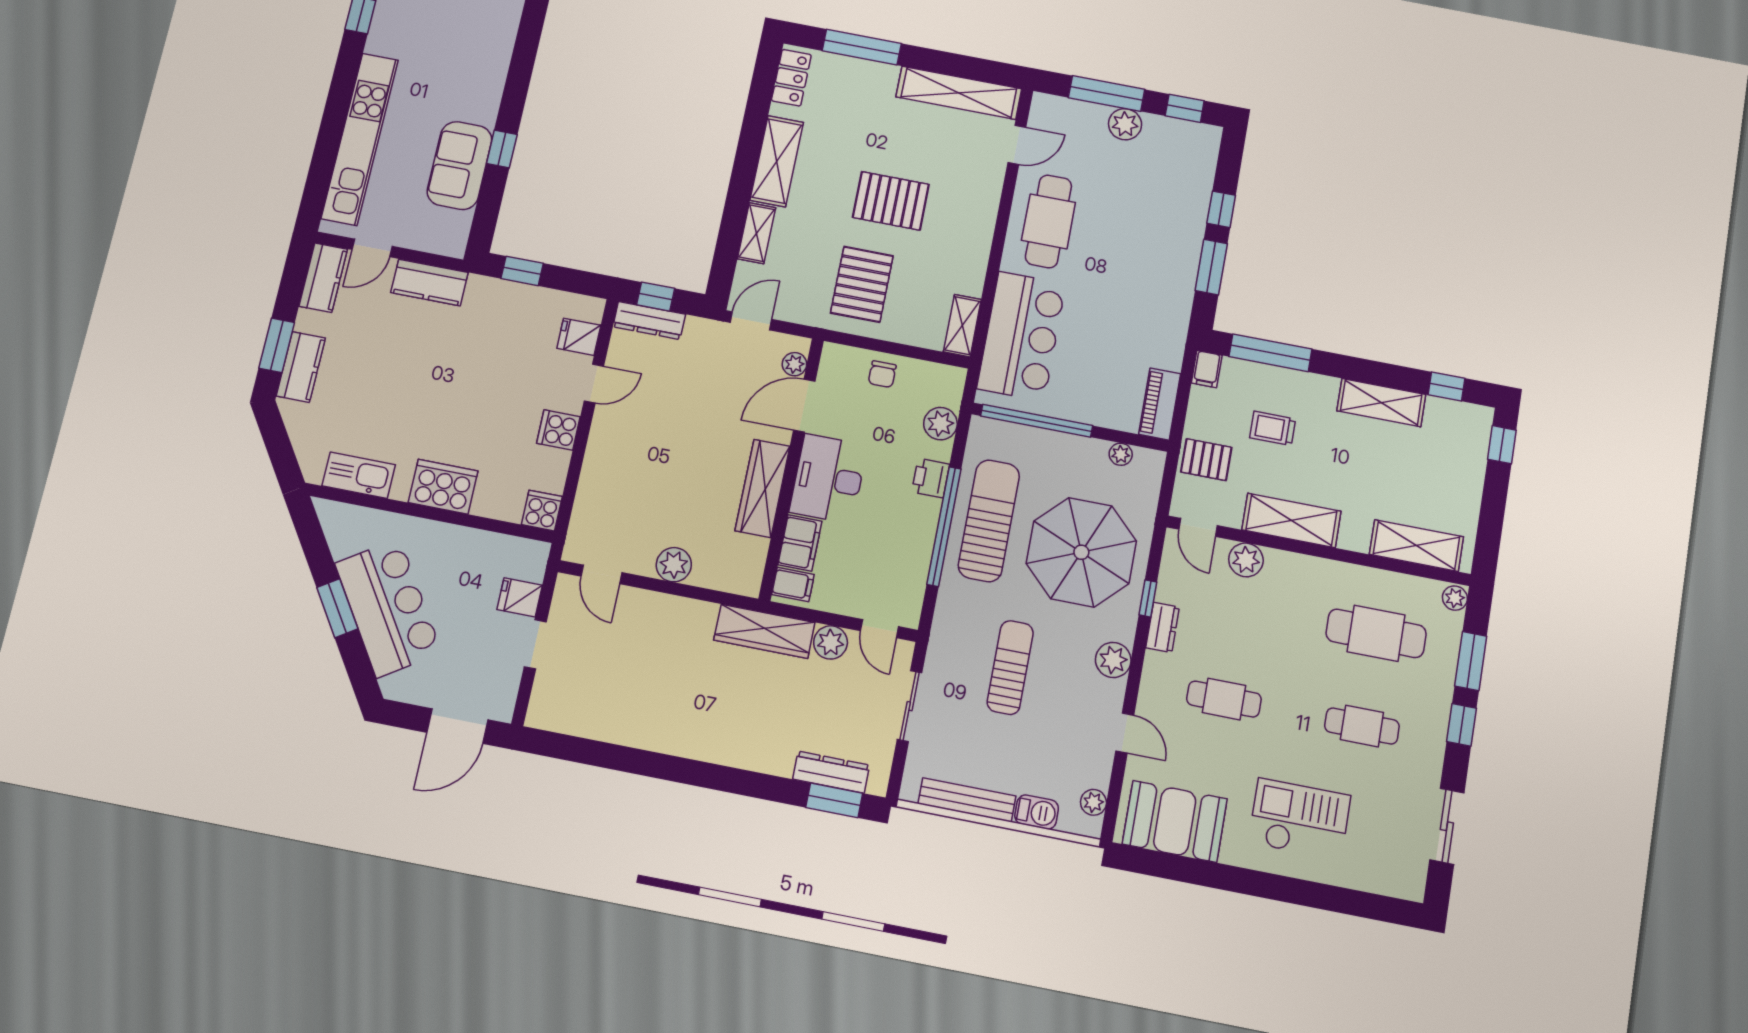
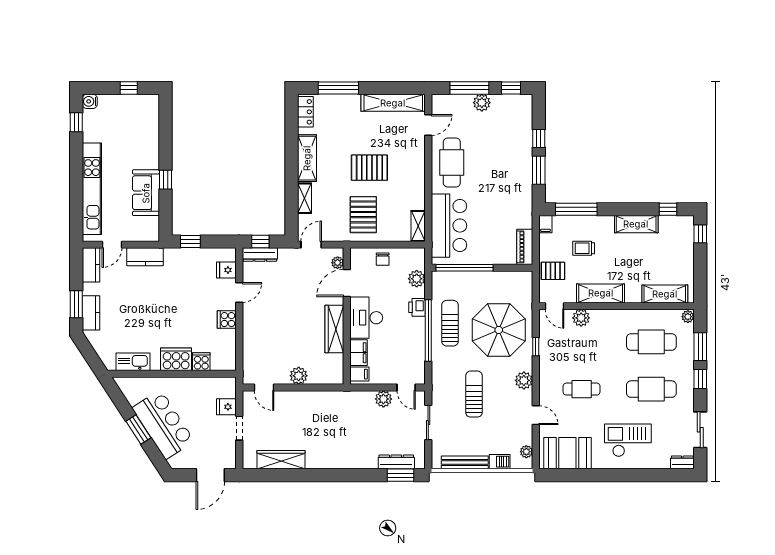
plant: (1121, 454) -> (510, 277), removed
cooker: (542, 511) -> (201, 362), moved
sun lounger: (989, 521) -> (450, 323), width x0.73, depth x0.75
dresser: (1163, 627) -> (682, 462), moved, turned -90
wardrobe: (764, 631) -> (281, 460), moved, turned 180
cafe table: (1362, 726) -> (651, 389), width x1.37, depth x1.35

